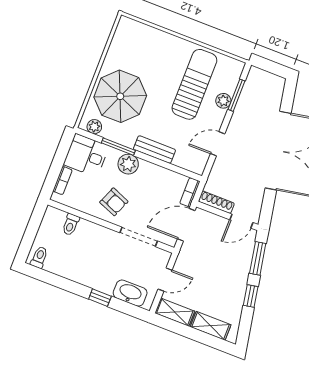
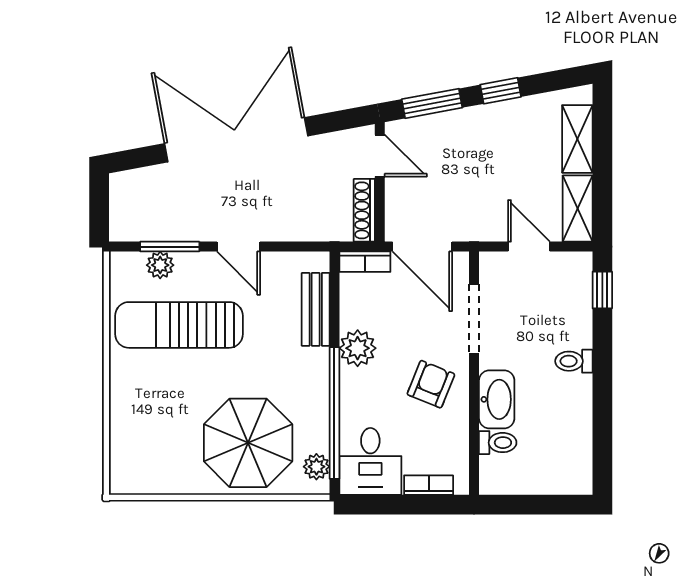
plant: (223, 101) -> (160, 265), moved
door: (218, 144) -> (239, 247), moved
window: (118, 147) -> (334, 413), width x2.11
bench: (154, 149) -> (316, 309), moved
plant: (128, 164) -> (358, 348), moved
toilet: (39, 257) -> (574, 361), moved
washbasin: (130, 293) -> (497, 399), moved, turned 180
window: (100, 298) -> (602, 290), moved

